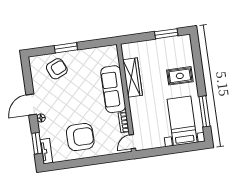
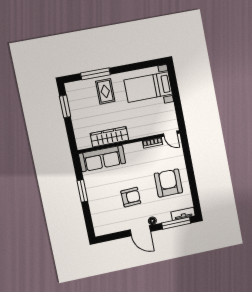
window: (66, 48) -> (82, 191), moved
armchair: (57, 69) -> (131, 197), moved, turned 112
sofa: (113, 89) -> (102, 158), moved
window: (204, 111) -> (95, 74), moved
window: (37, 143) -> (176, 223), width x1.44

